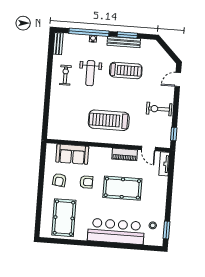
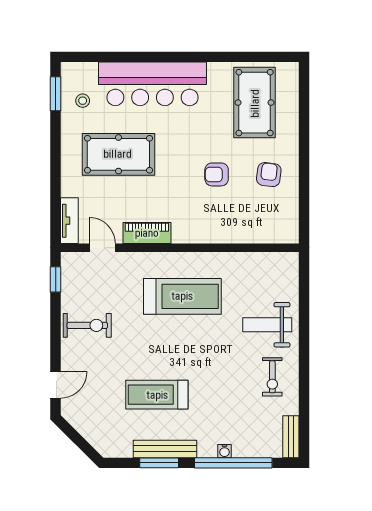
weight bench: (90, 73) -> (267, 325), moved, turned -90
sofa: (72, 154) -> (248, 226), removed
pool table: (122, 188) -> (118, 154), moved

